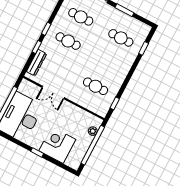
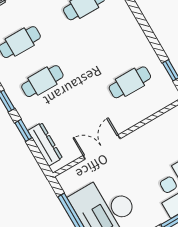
double door: (53, 93) -> (102, 147), swing flipped

